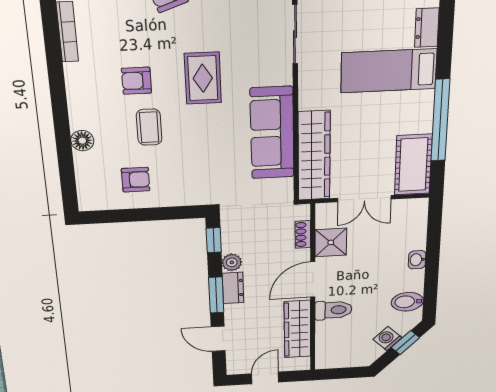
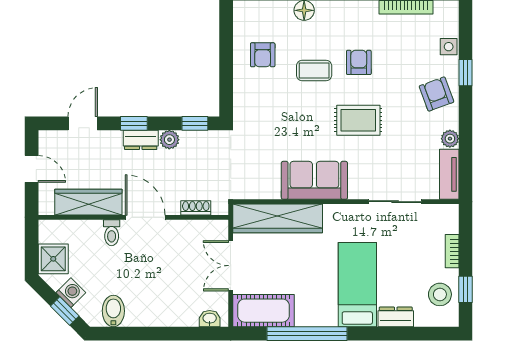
sofa: (272, 133) -> (314, 180), width x0.73
shower: (331, 242) -> (53, 259), moved
washbasin: (417, 260) -> (210, 319), moved
window: (216, 295) -> (134, 123), width x0.67
toilet: (333, 310) -> (112, 233), width x0.73, depth x0.72

